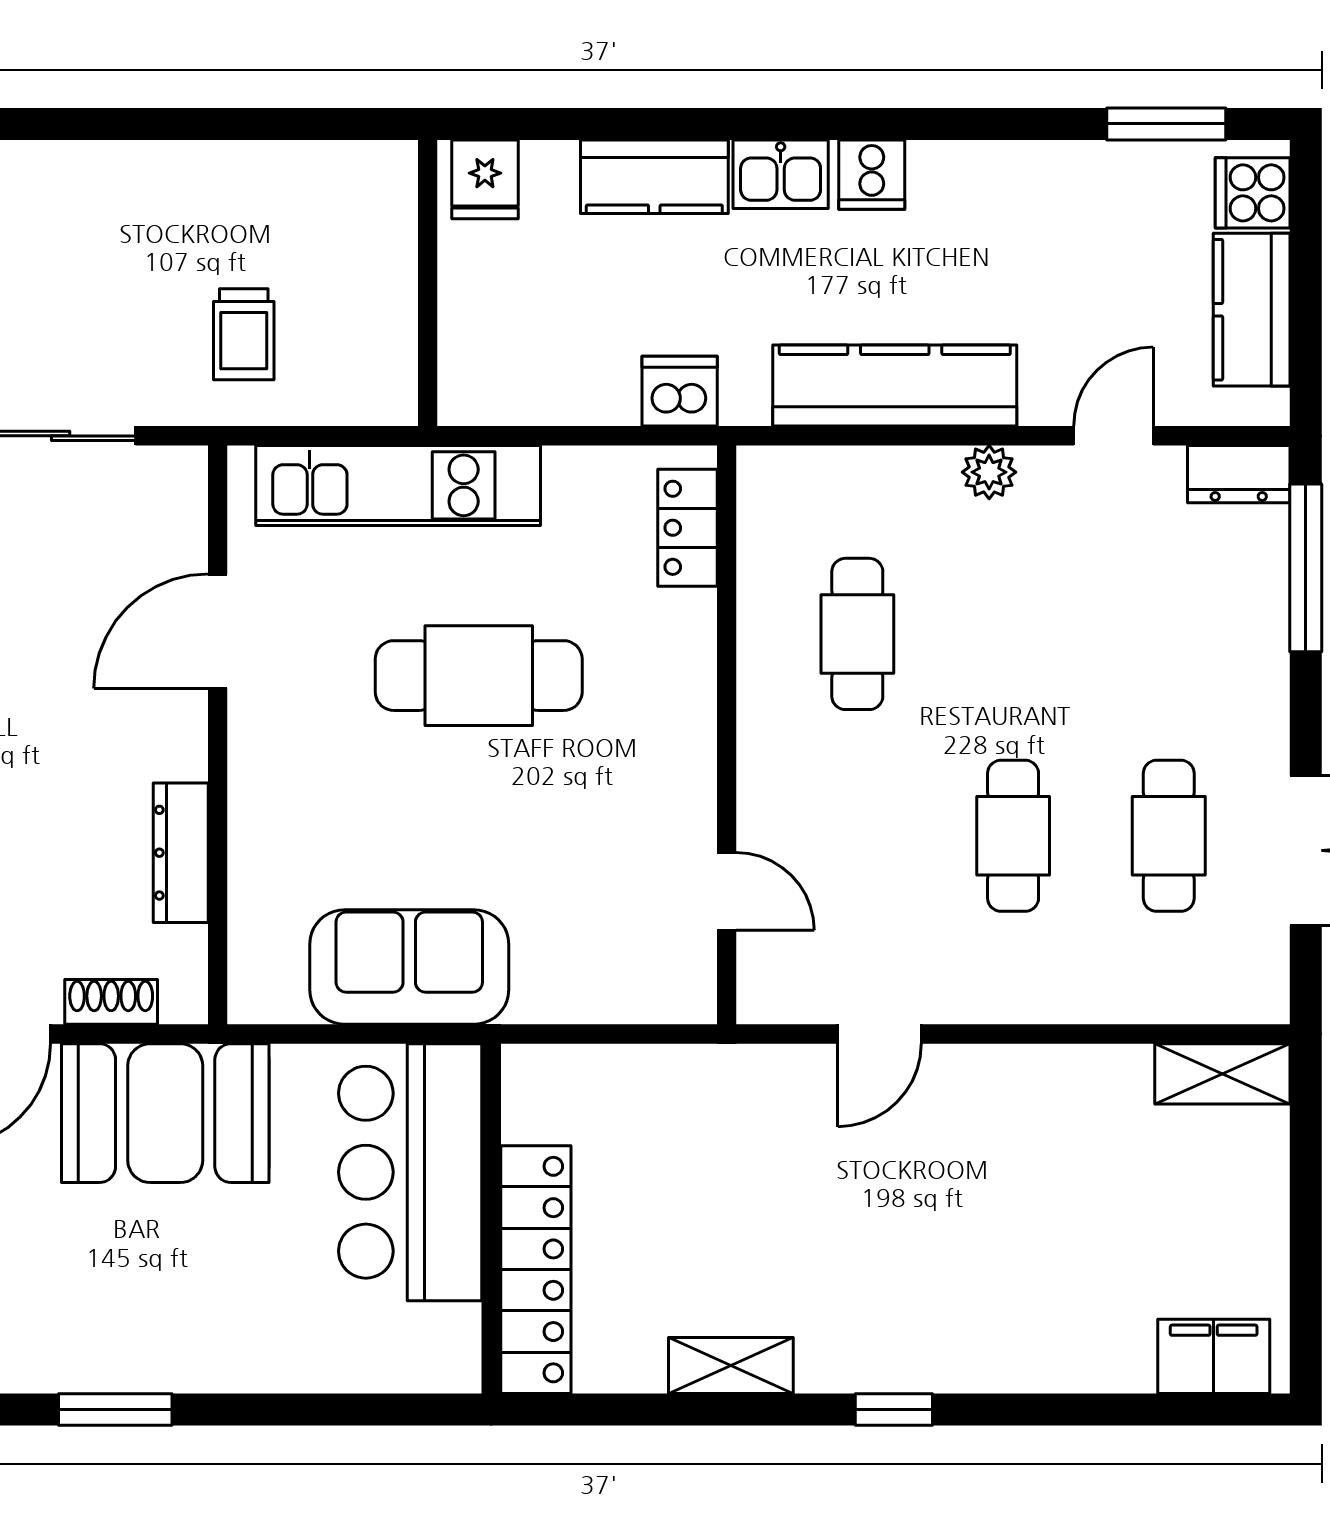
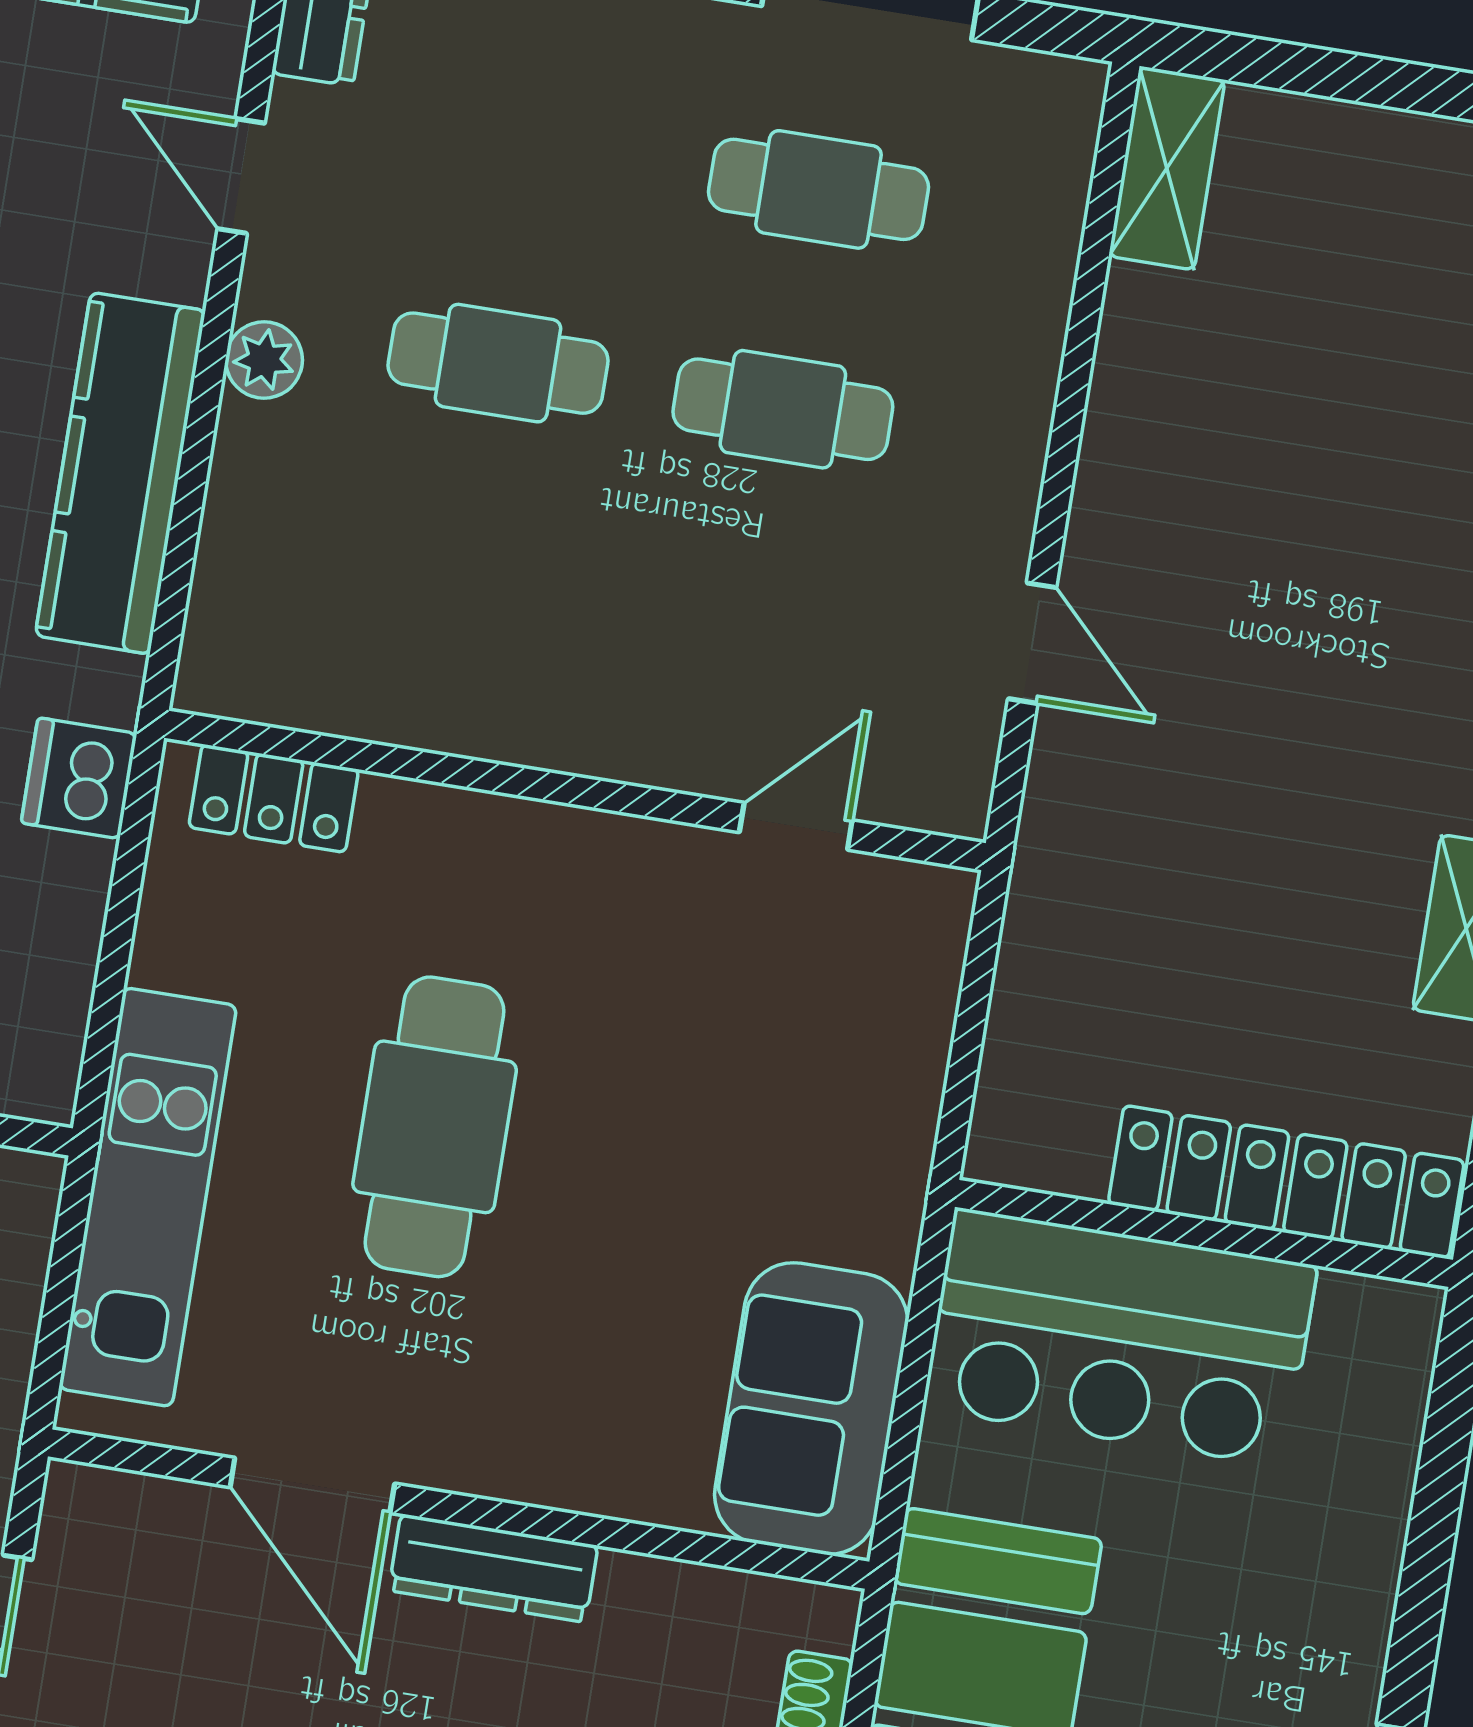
cafe table: (857, 634) -> (498, 363), moved
dresser: (181, 853) -> (493, 1568), moved
sofa: (409, 967) -> (811, 1409), moved

